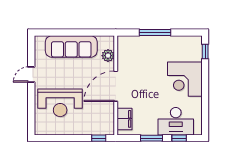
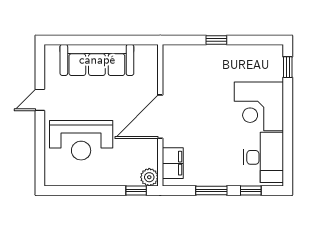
window: (155, 32) -> (216, 40), width x0.46
plant: (108, 56) -> (149, 177), moved
desk: (176, 121) -> (264, 157), moved, turned -90

